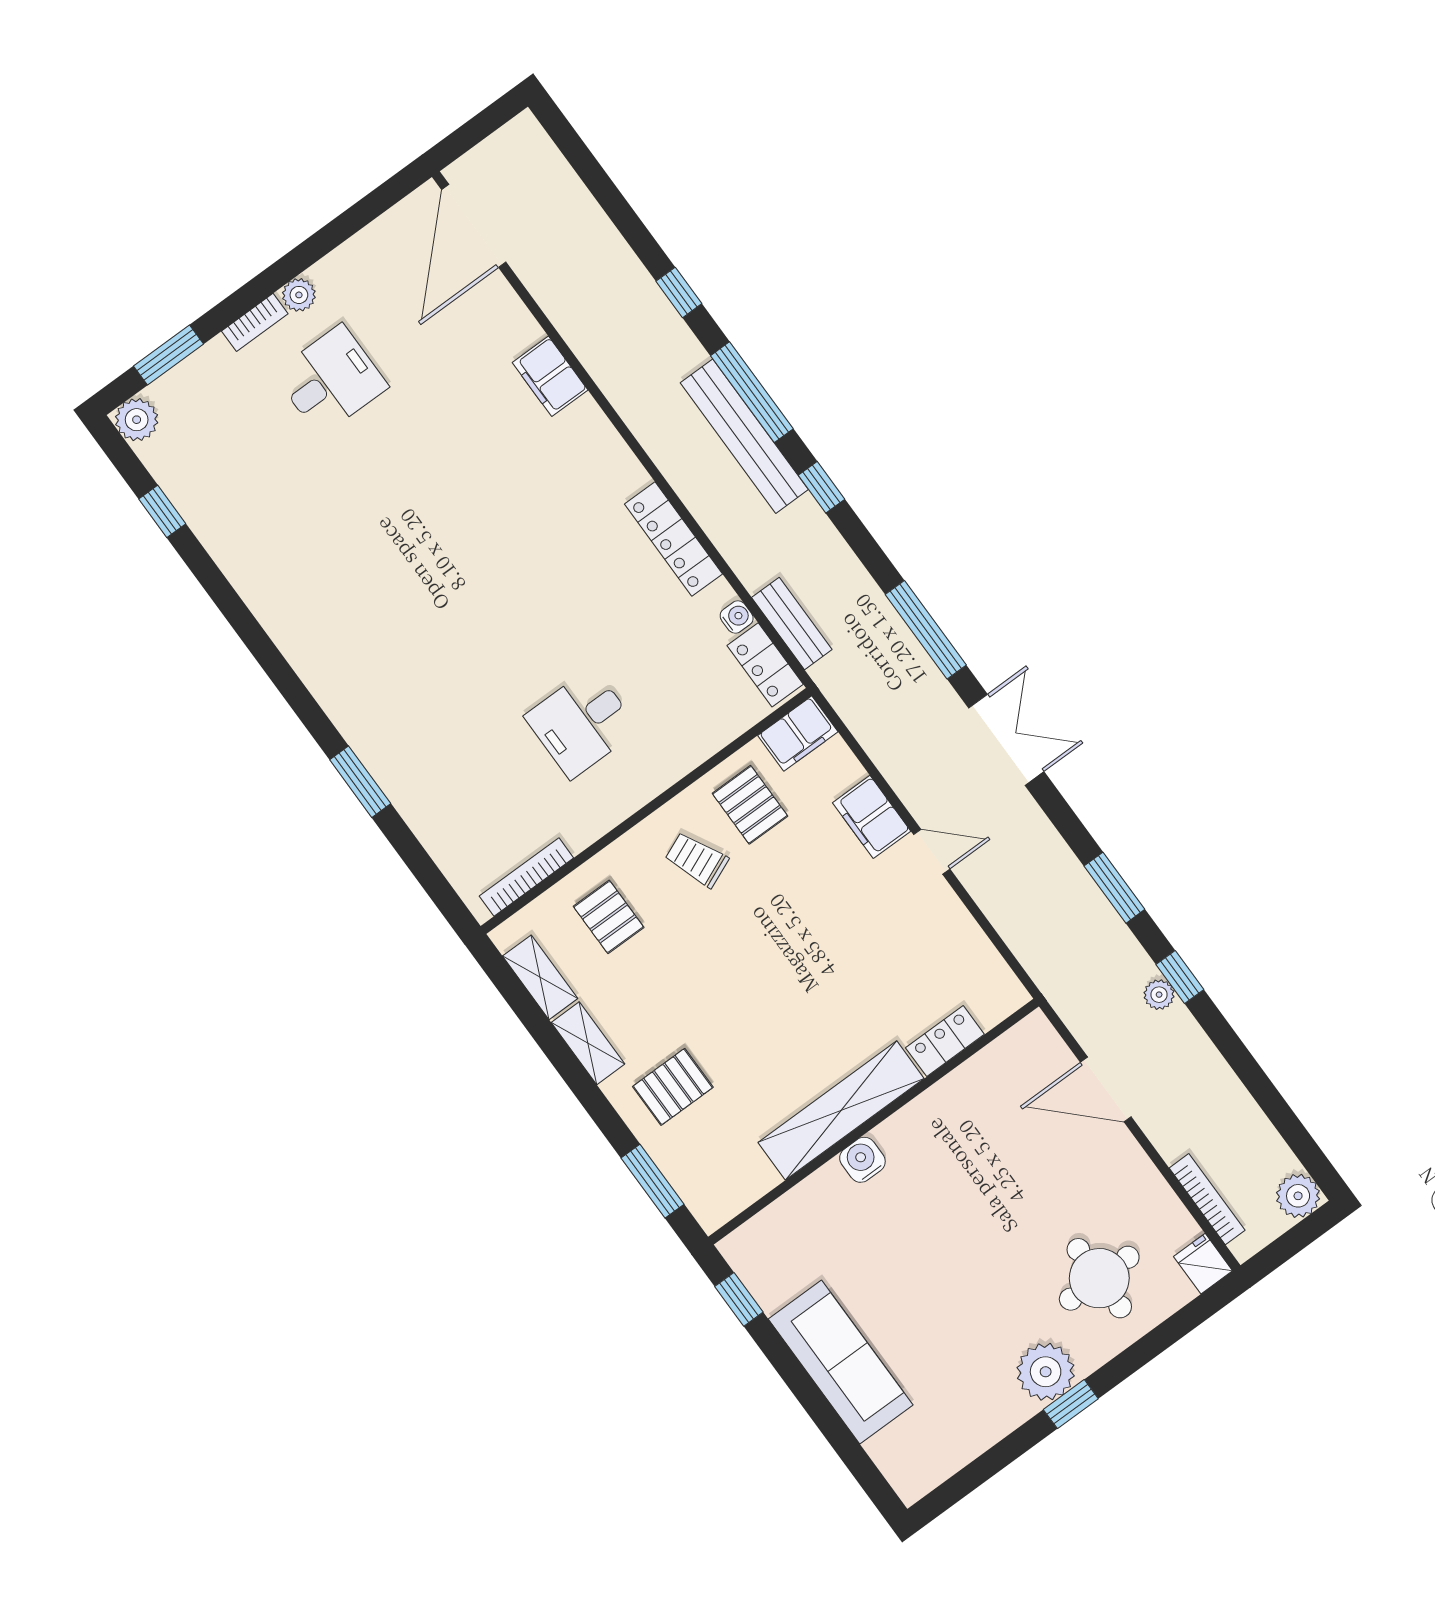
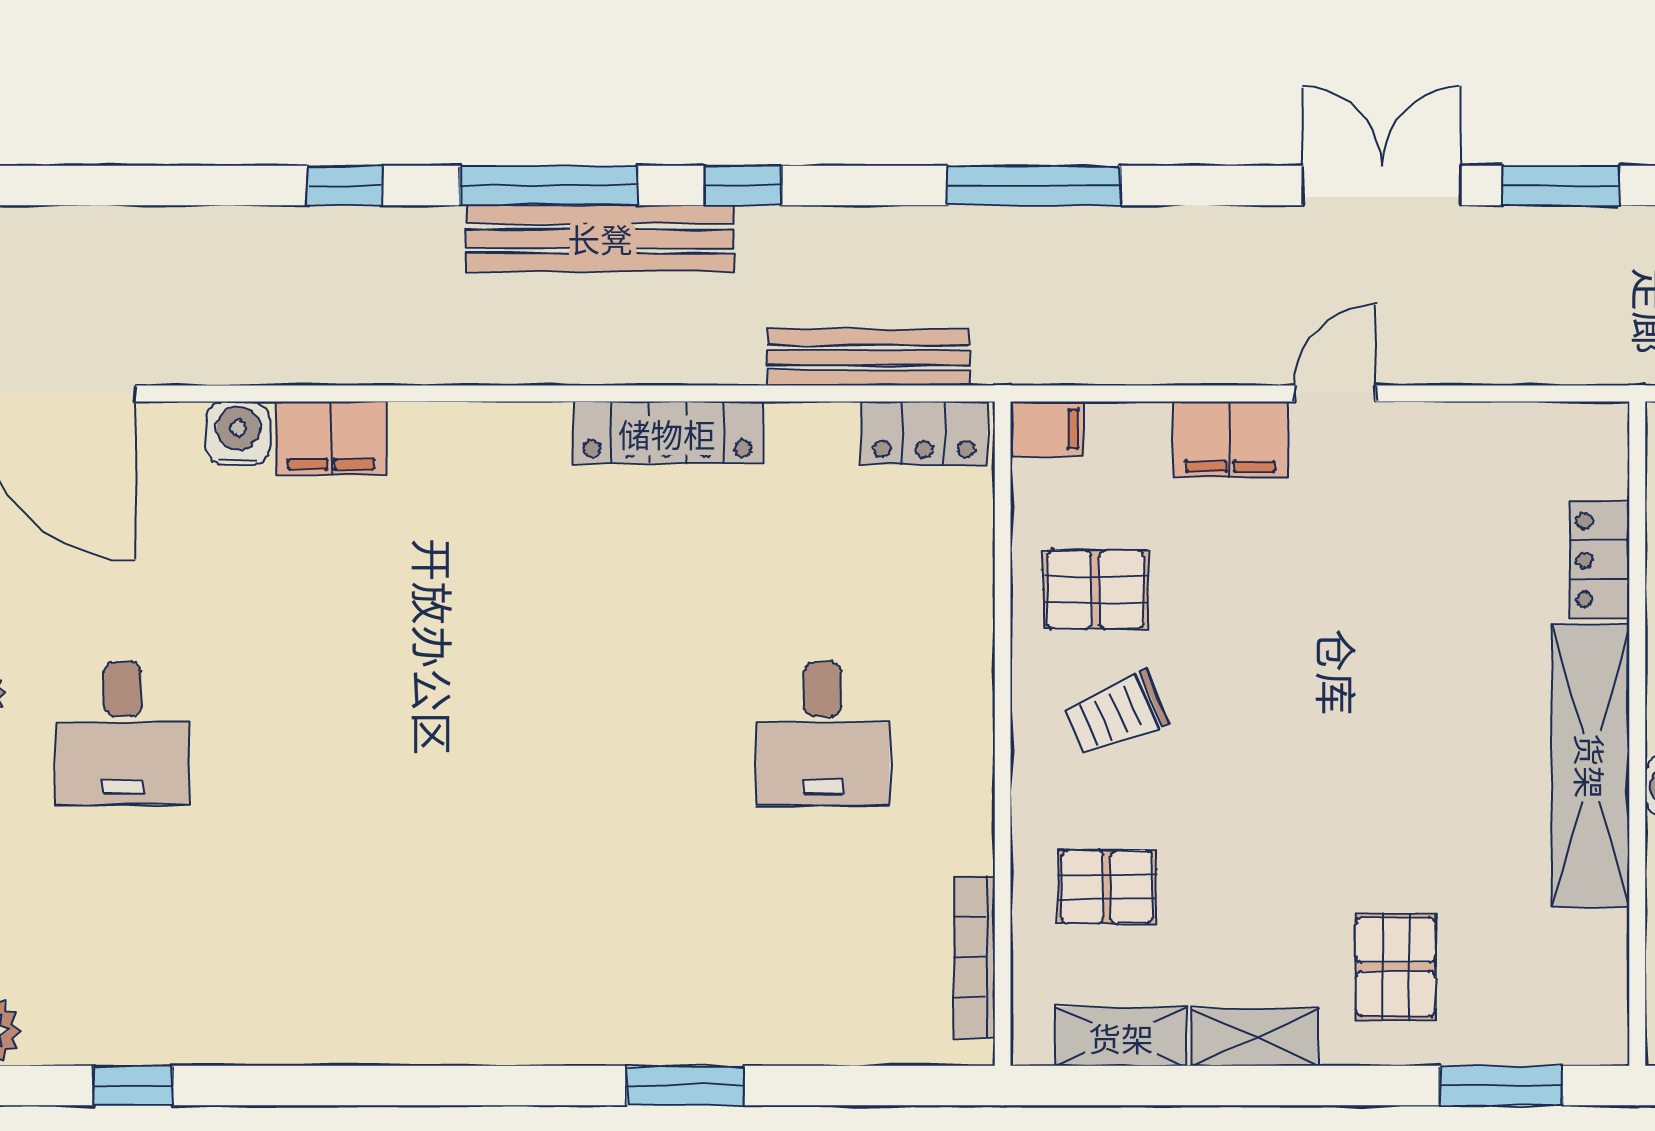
desk: (331, 380) -> (123, 734), turned 180
water cooler: (737, 617) -> (238, 433), moved, width x1.38, depth x1.38
bench: (792, 623) -> (868, 357), width x1.36
filing cabinet: (798, 734) -> (1047, 429), width x0.50
double door: (1006, 740) -> (1382, 185), moved

